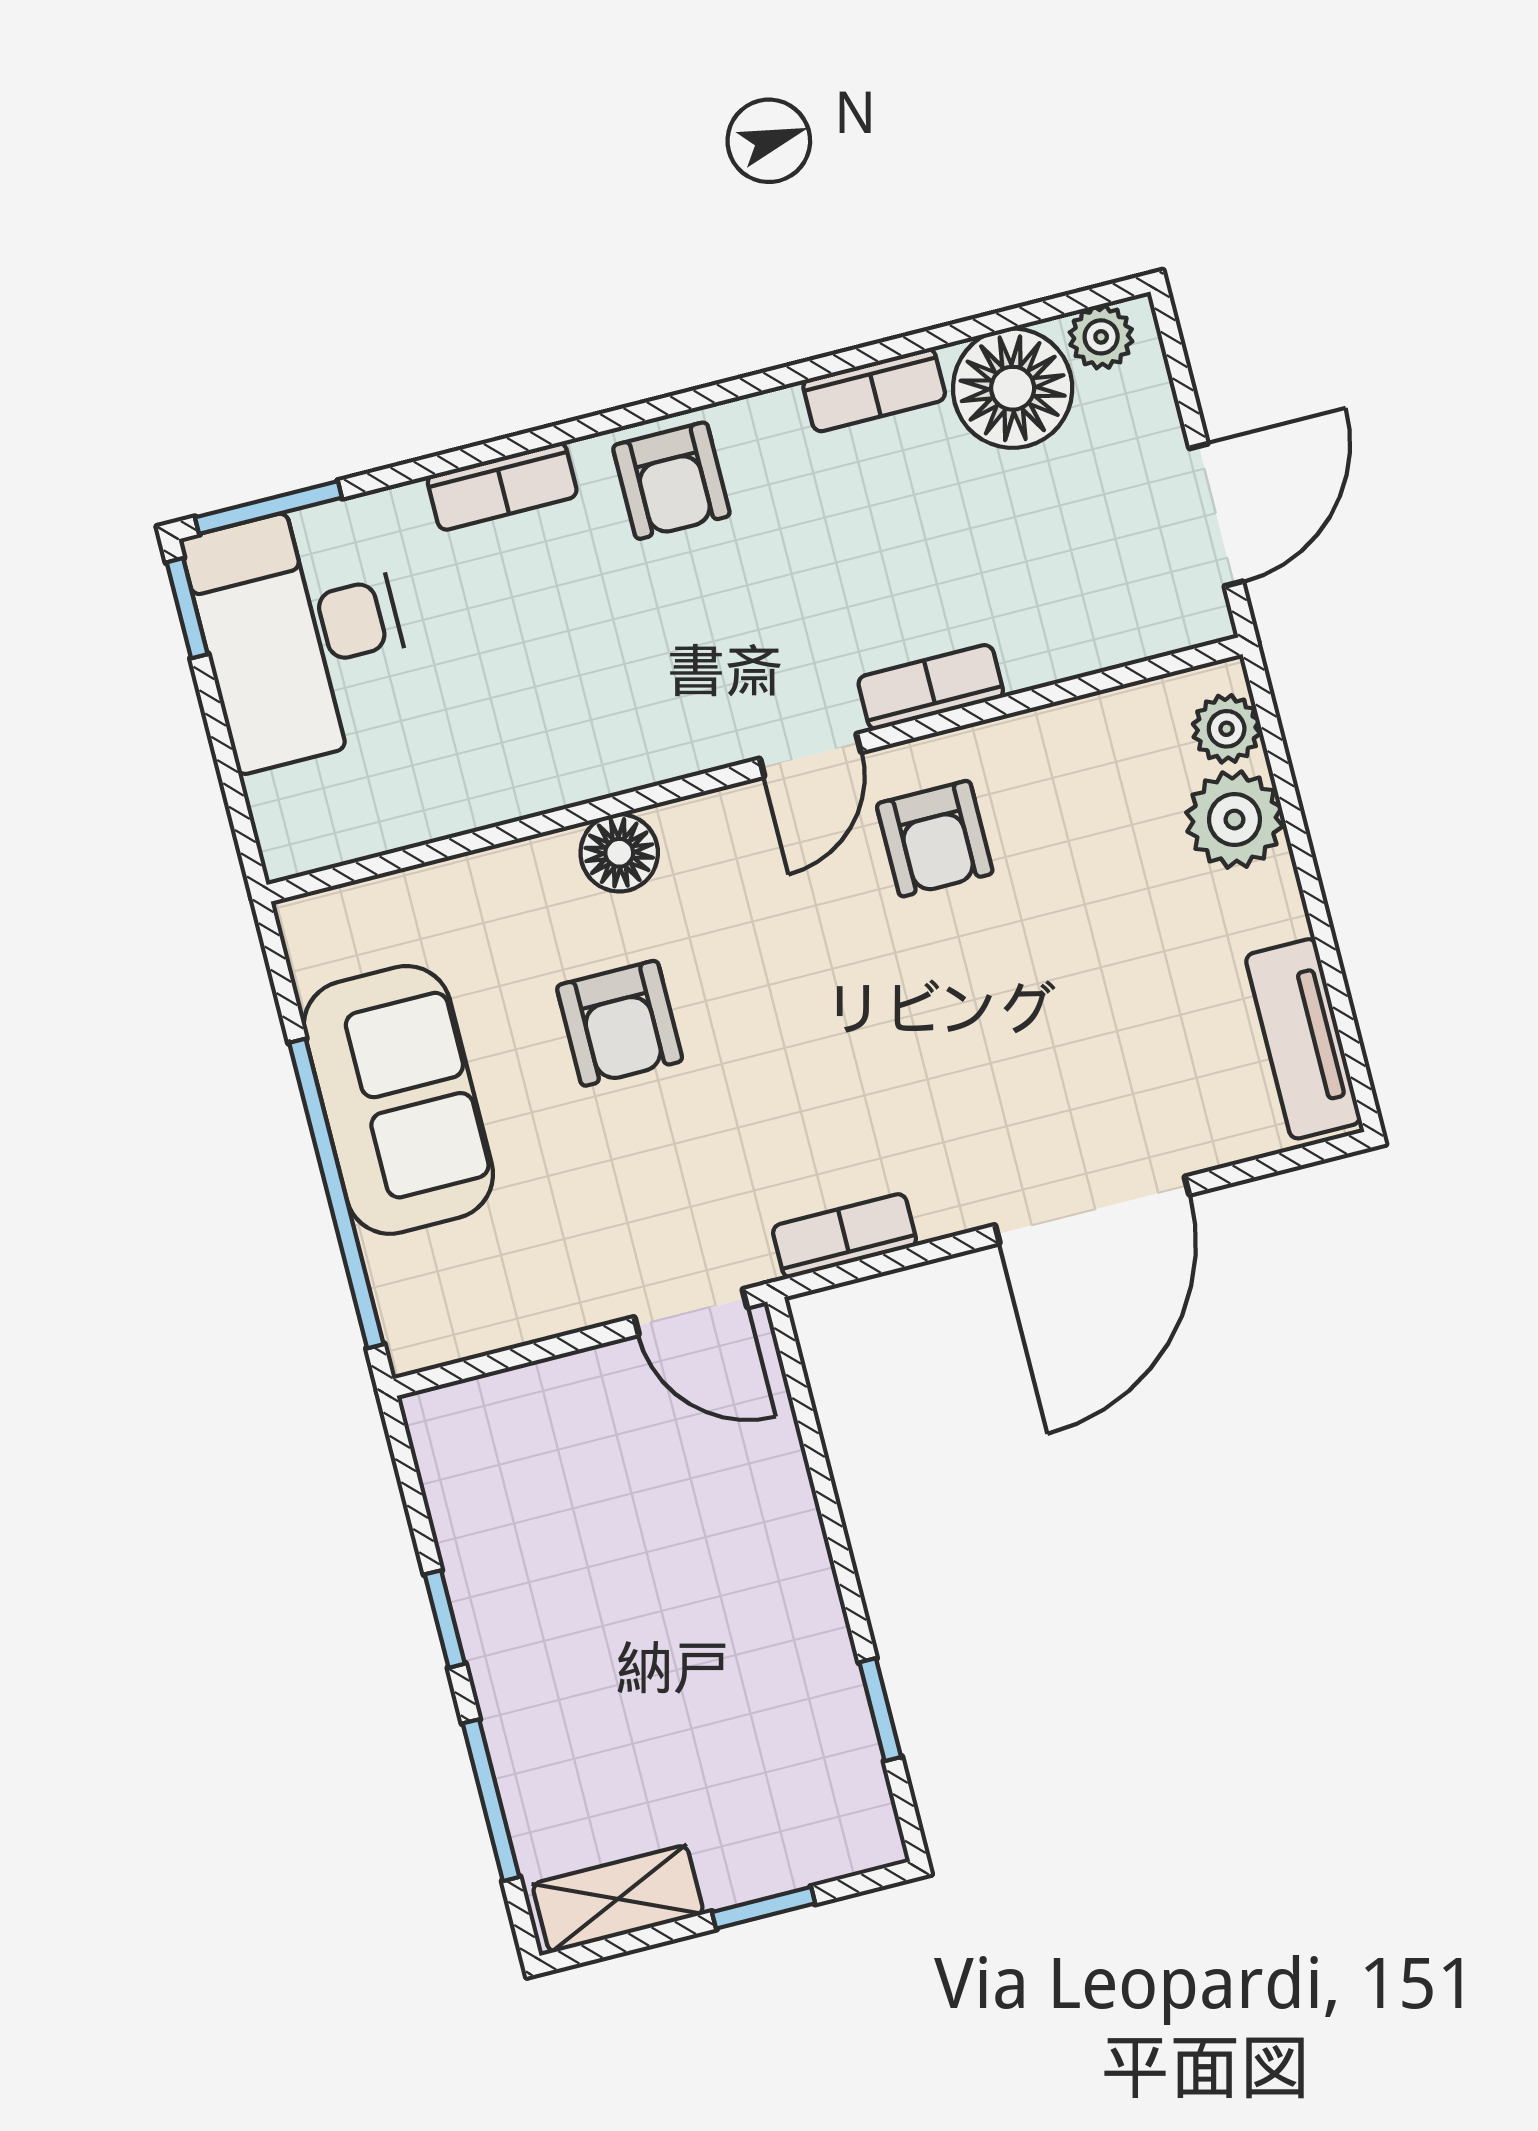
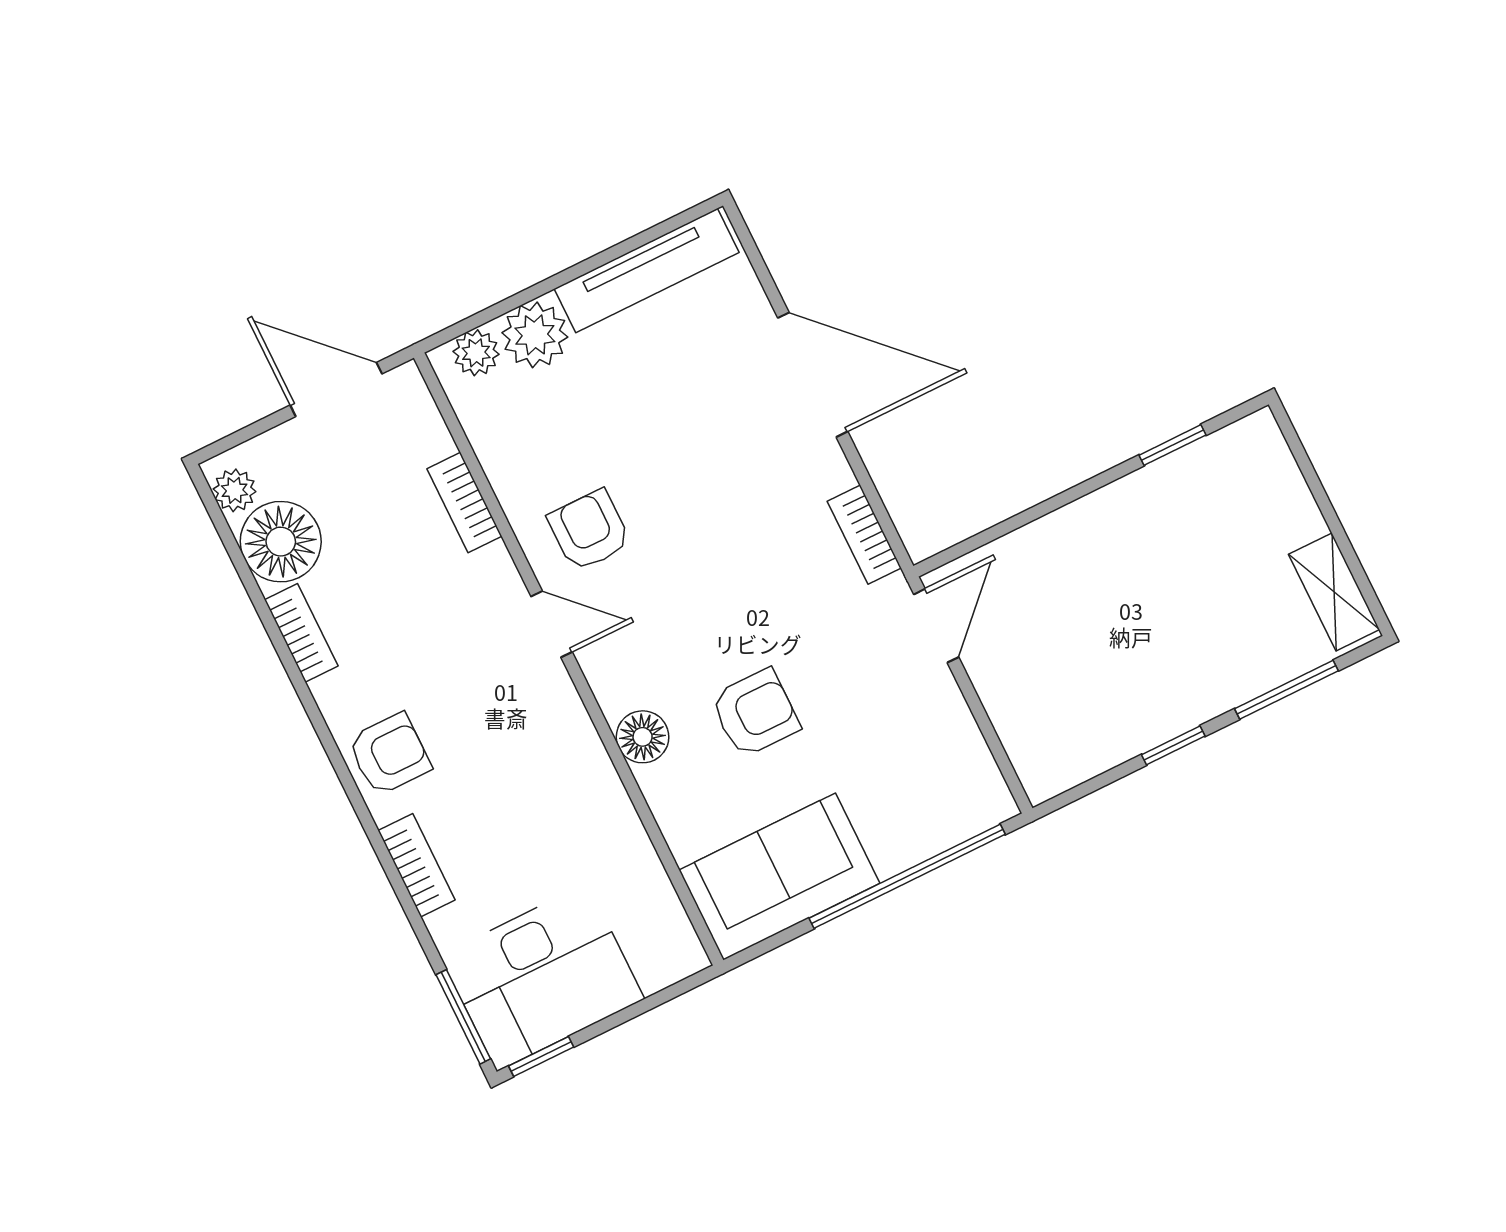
bookcase: (931, 687) -> (464, 503), moved
armchair: (935, 839) -> (589, 530), turned -90
tv unit: (1303, 1039) -> (647, 271), width x1.41
sofa: (398, 1100) -> (779, 877), moved
window: (764, 1908) -> (1320, 495), removed

